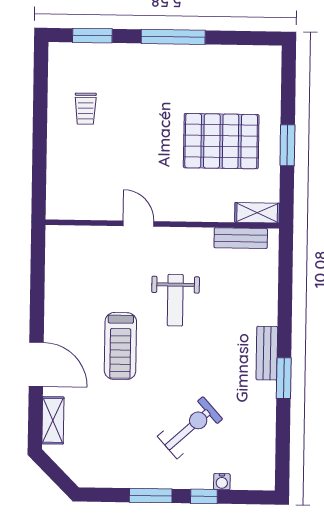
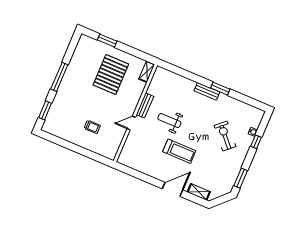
trolley: (86, 109) -> (92, 127), moved
window: (287, 145) -> (107, 41), moved
bench: (241, 238) -> (145, 105), moved
weight bench: (175, 300) -> (169, 121), turned 180
window: (151, 496) -> (241, 178), moved

